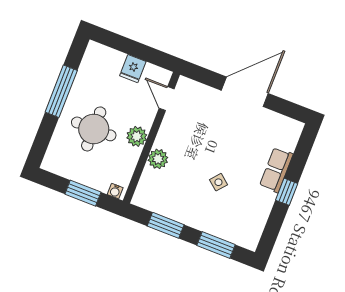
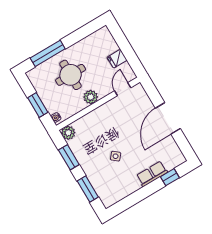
window: (61, 91) -> (48, 53), moved
door: (245, 92) -> (168, 118), swing flipped
plant: (158, 159) -> (68, 133), moved
window: (287, 192) -> (170, 177), moved

